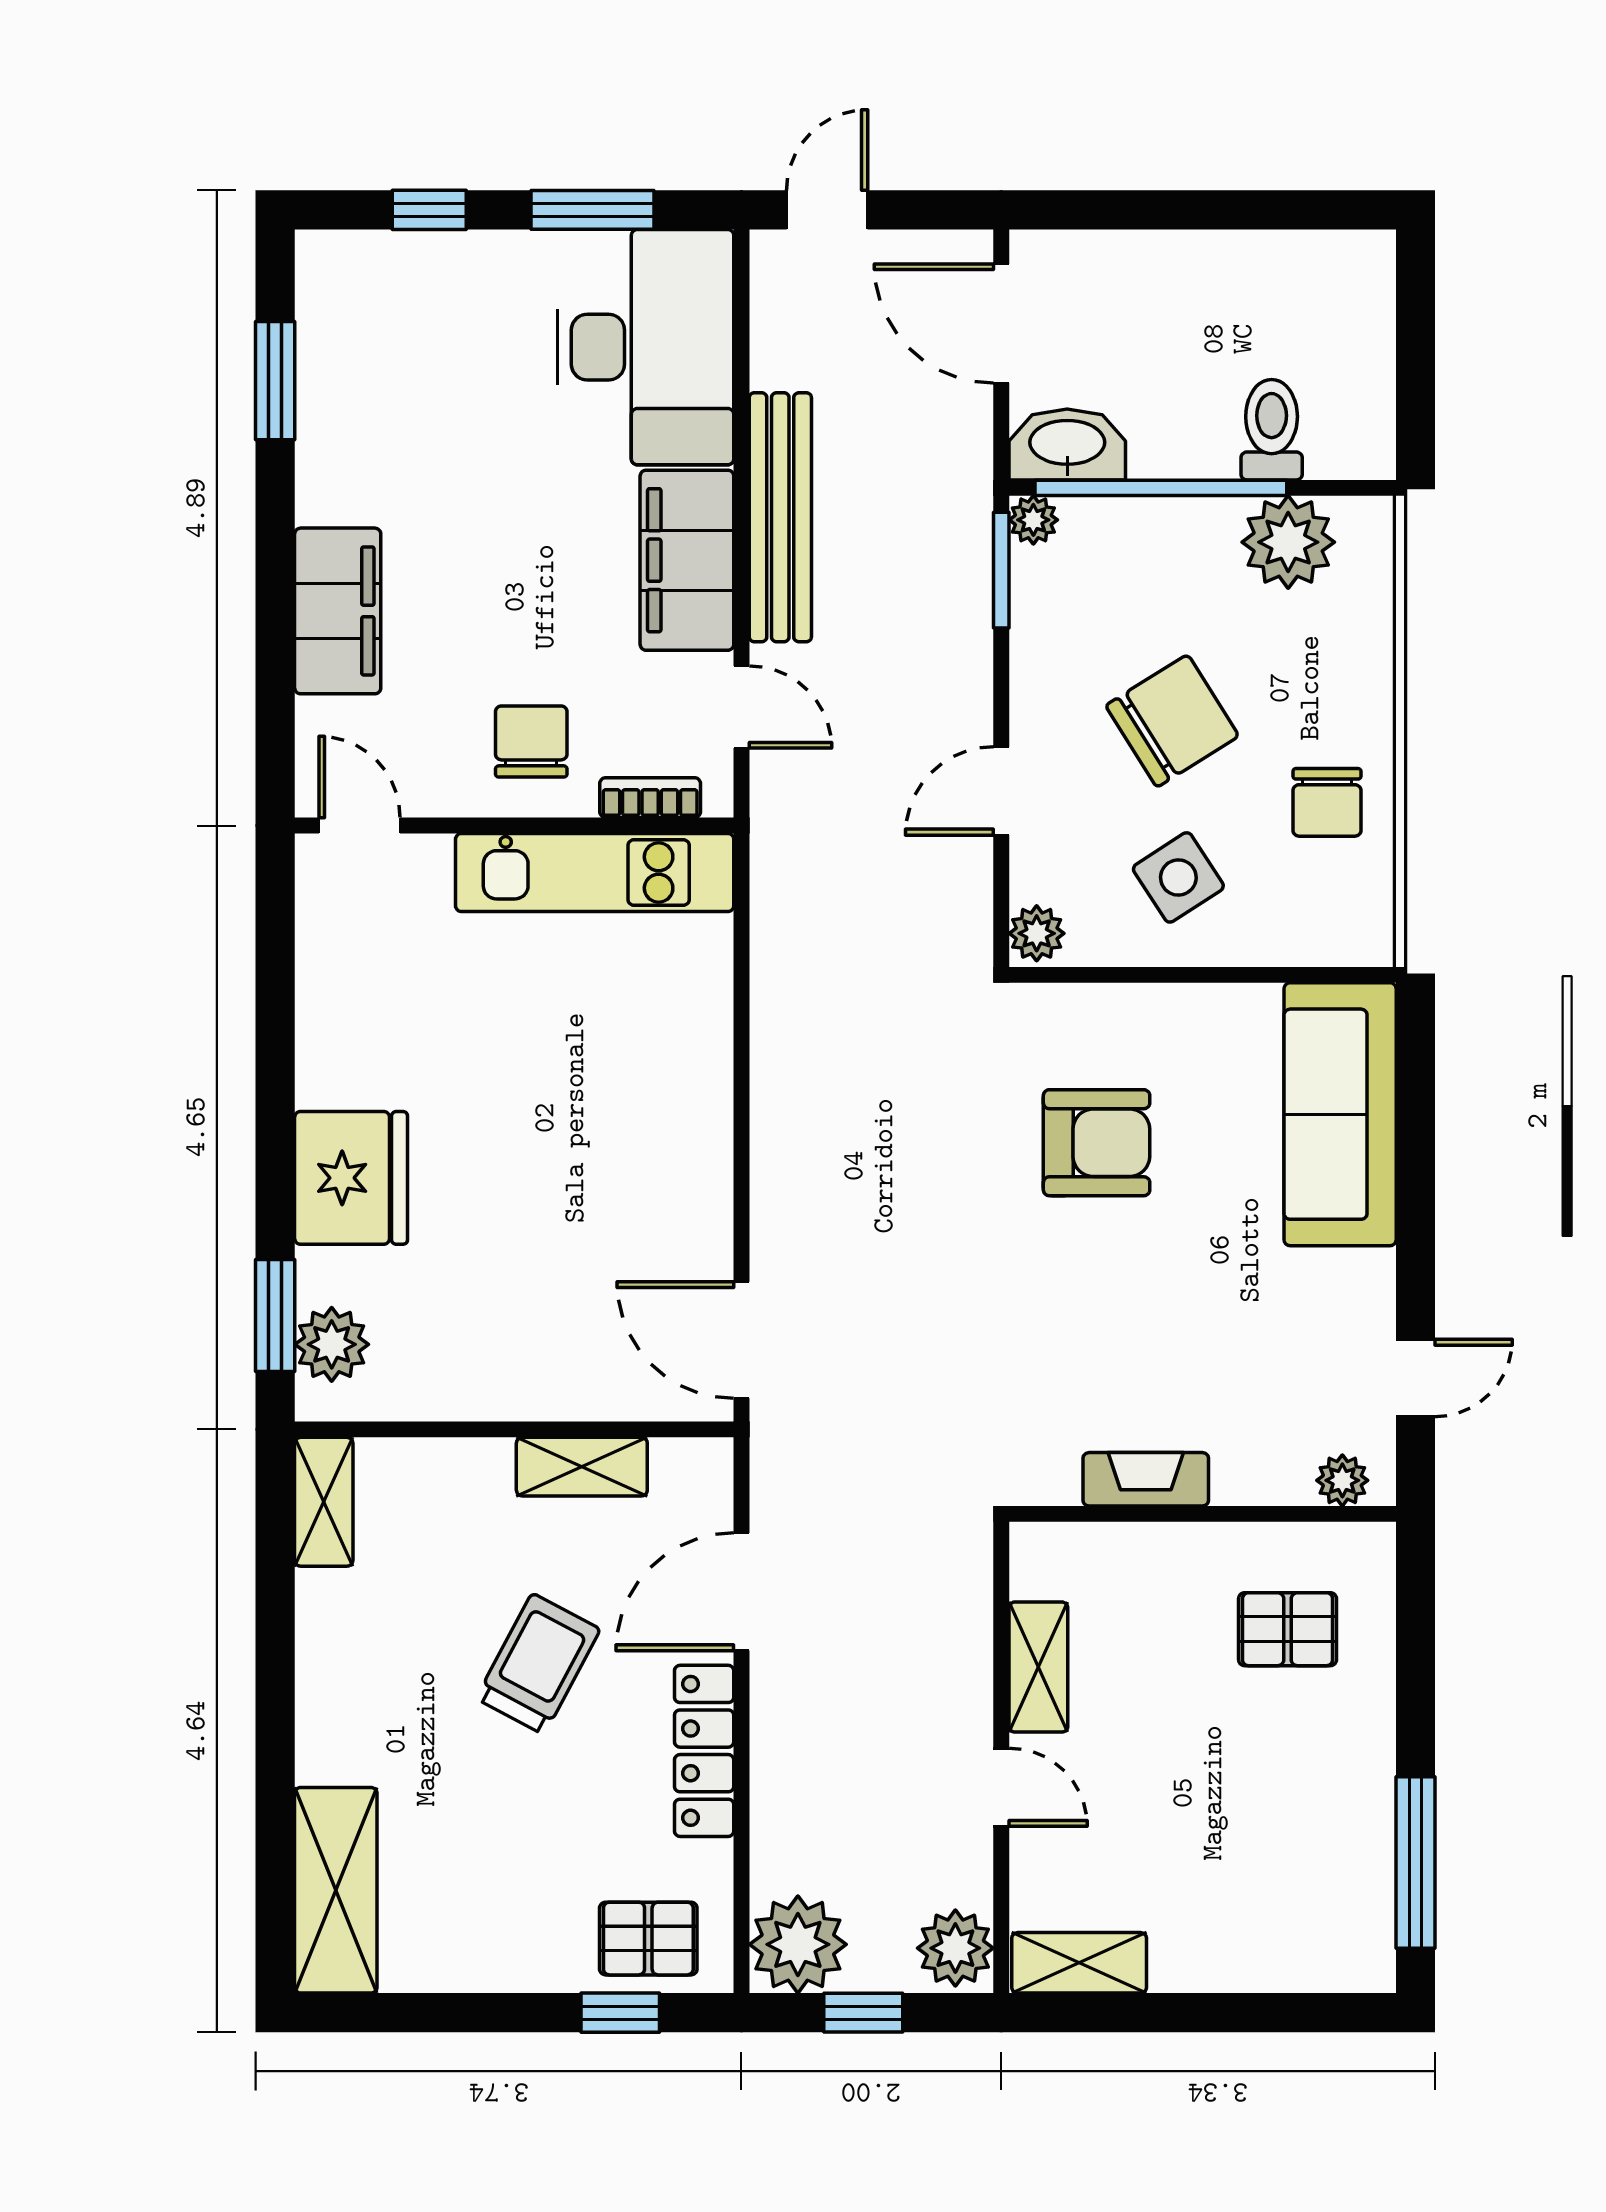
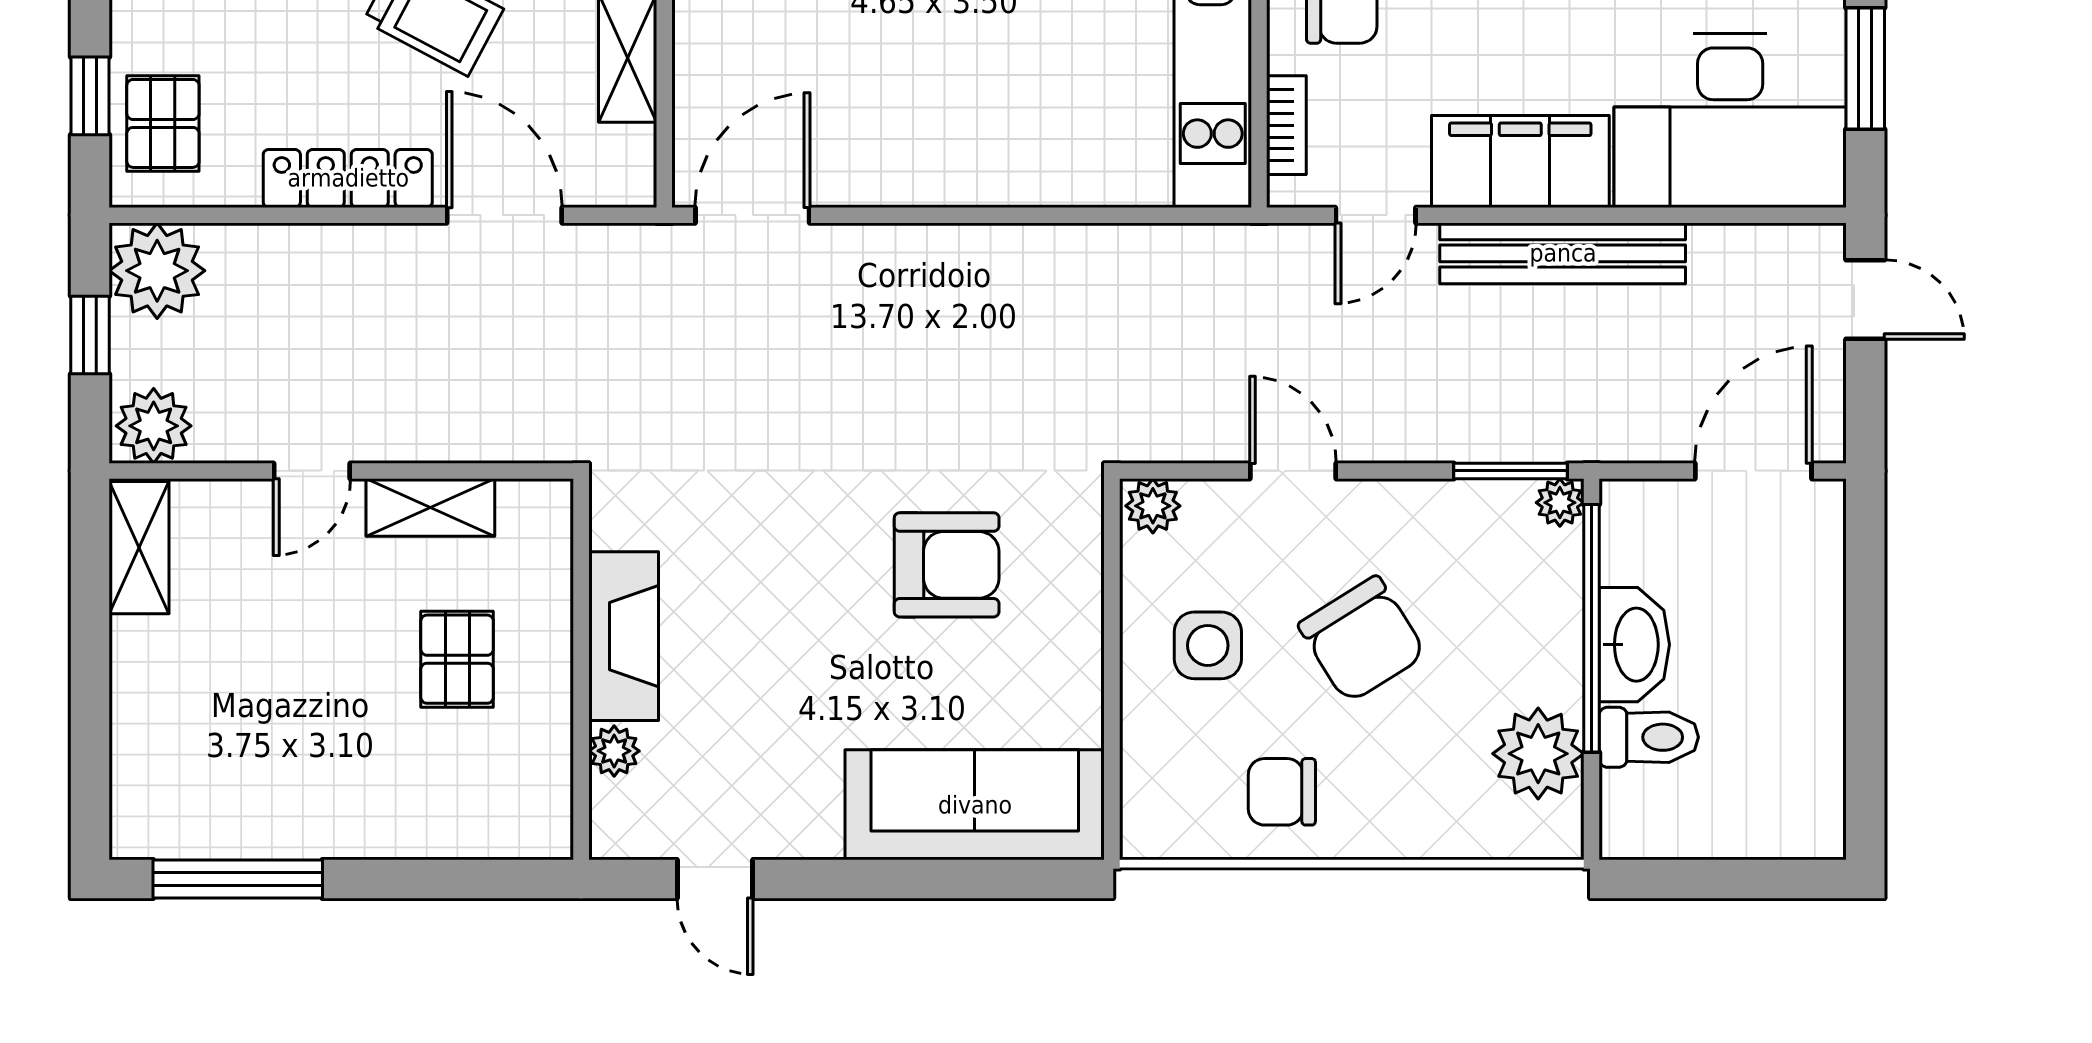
washbasin: (1067, 444) -> (1634, 645), moved
side table: (1178, 877) -> (1208, 645), turned 33
armchair: (1097, 1143) -> (947, 565), turned -90
fireplace: (1146, 1479) -> (624, 636), width x1.37, depth x1.32
plant: (1342, 1480) -> (614, 751), moved
pallet: (1288, 1629) -> (457, 659), moved

